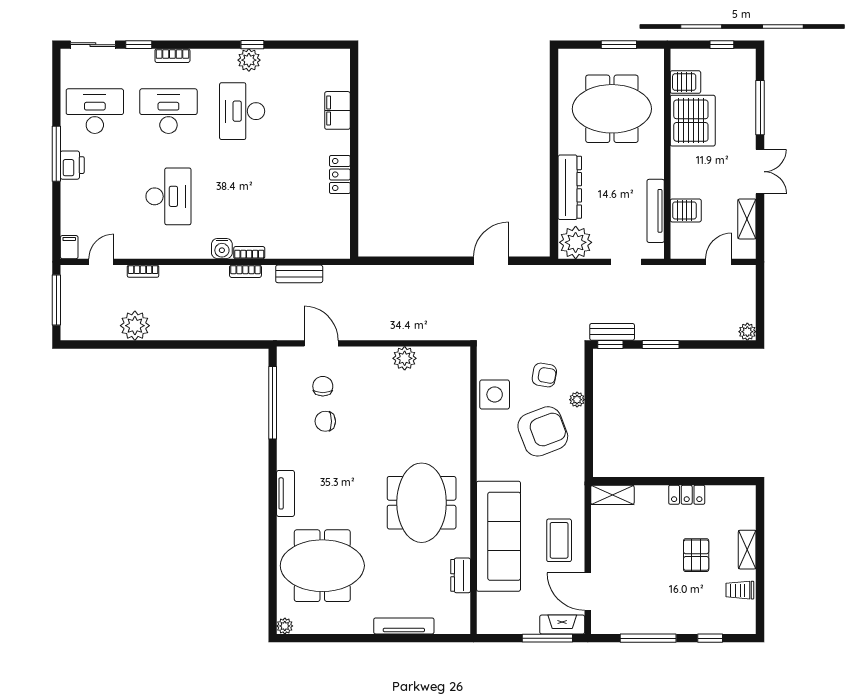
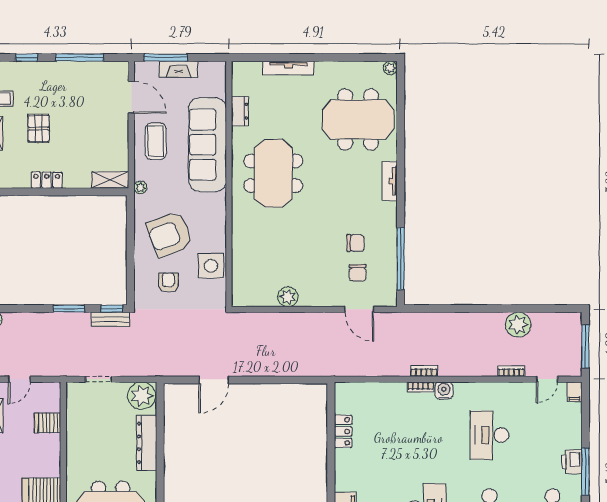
locker: (340, 174) -> (343, 431), moved
tv unit: (656, 211) -> (73, 423), removed
bench: (299, 274) -> (378, 369), removed
armchair: (544, 375) -> (168, 282), turned 80
plant: (577, 400) -> (140, 187), moved
fireplace: (562, 625) -> (178, 69), moved

